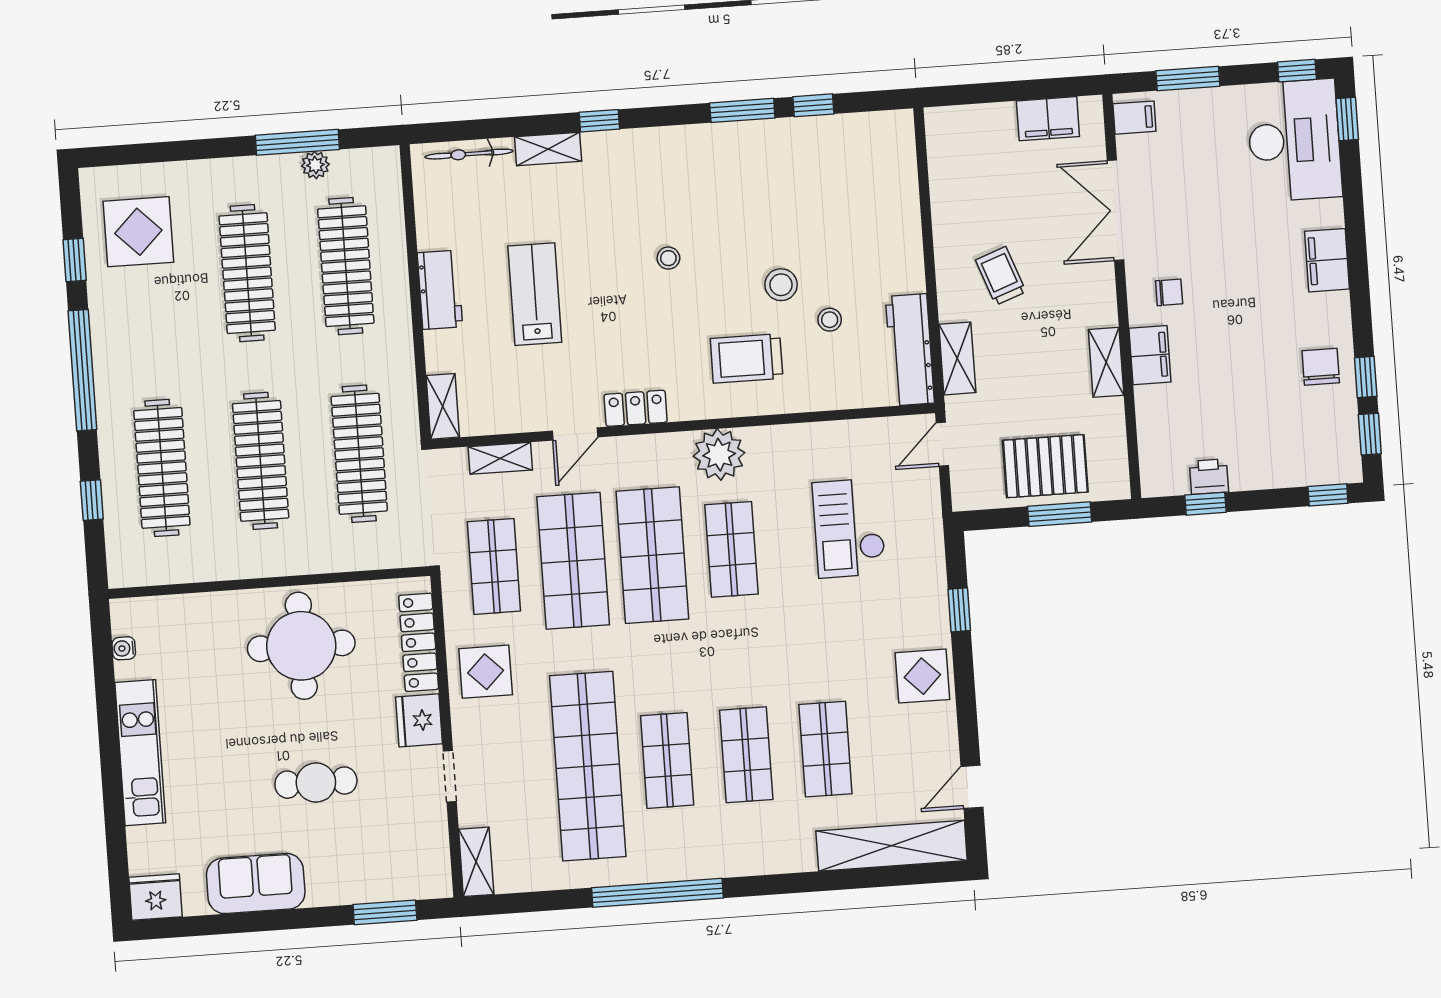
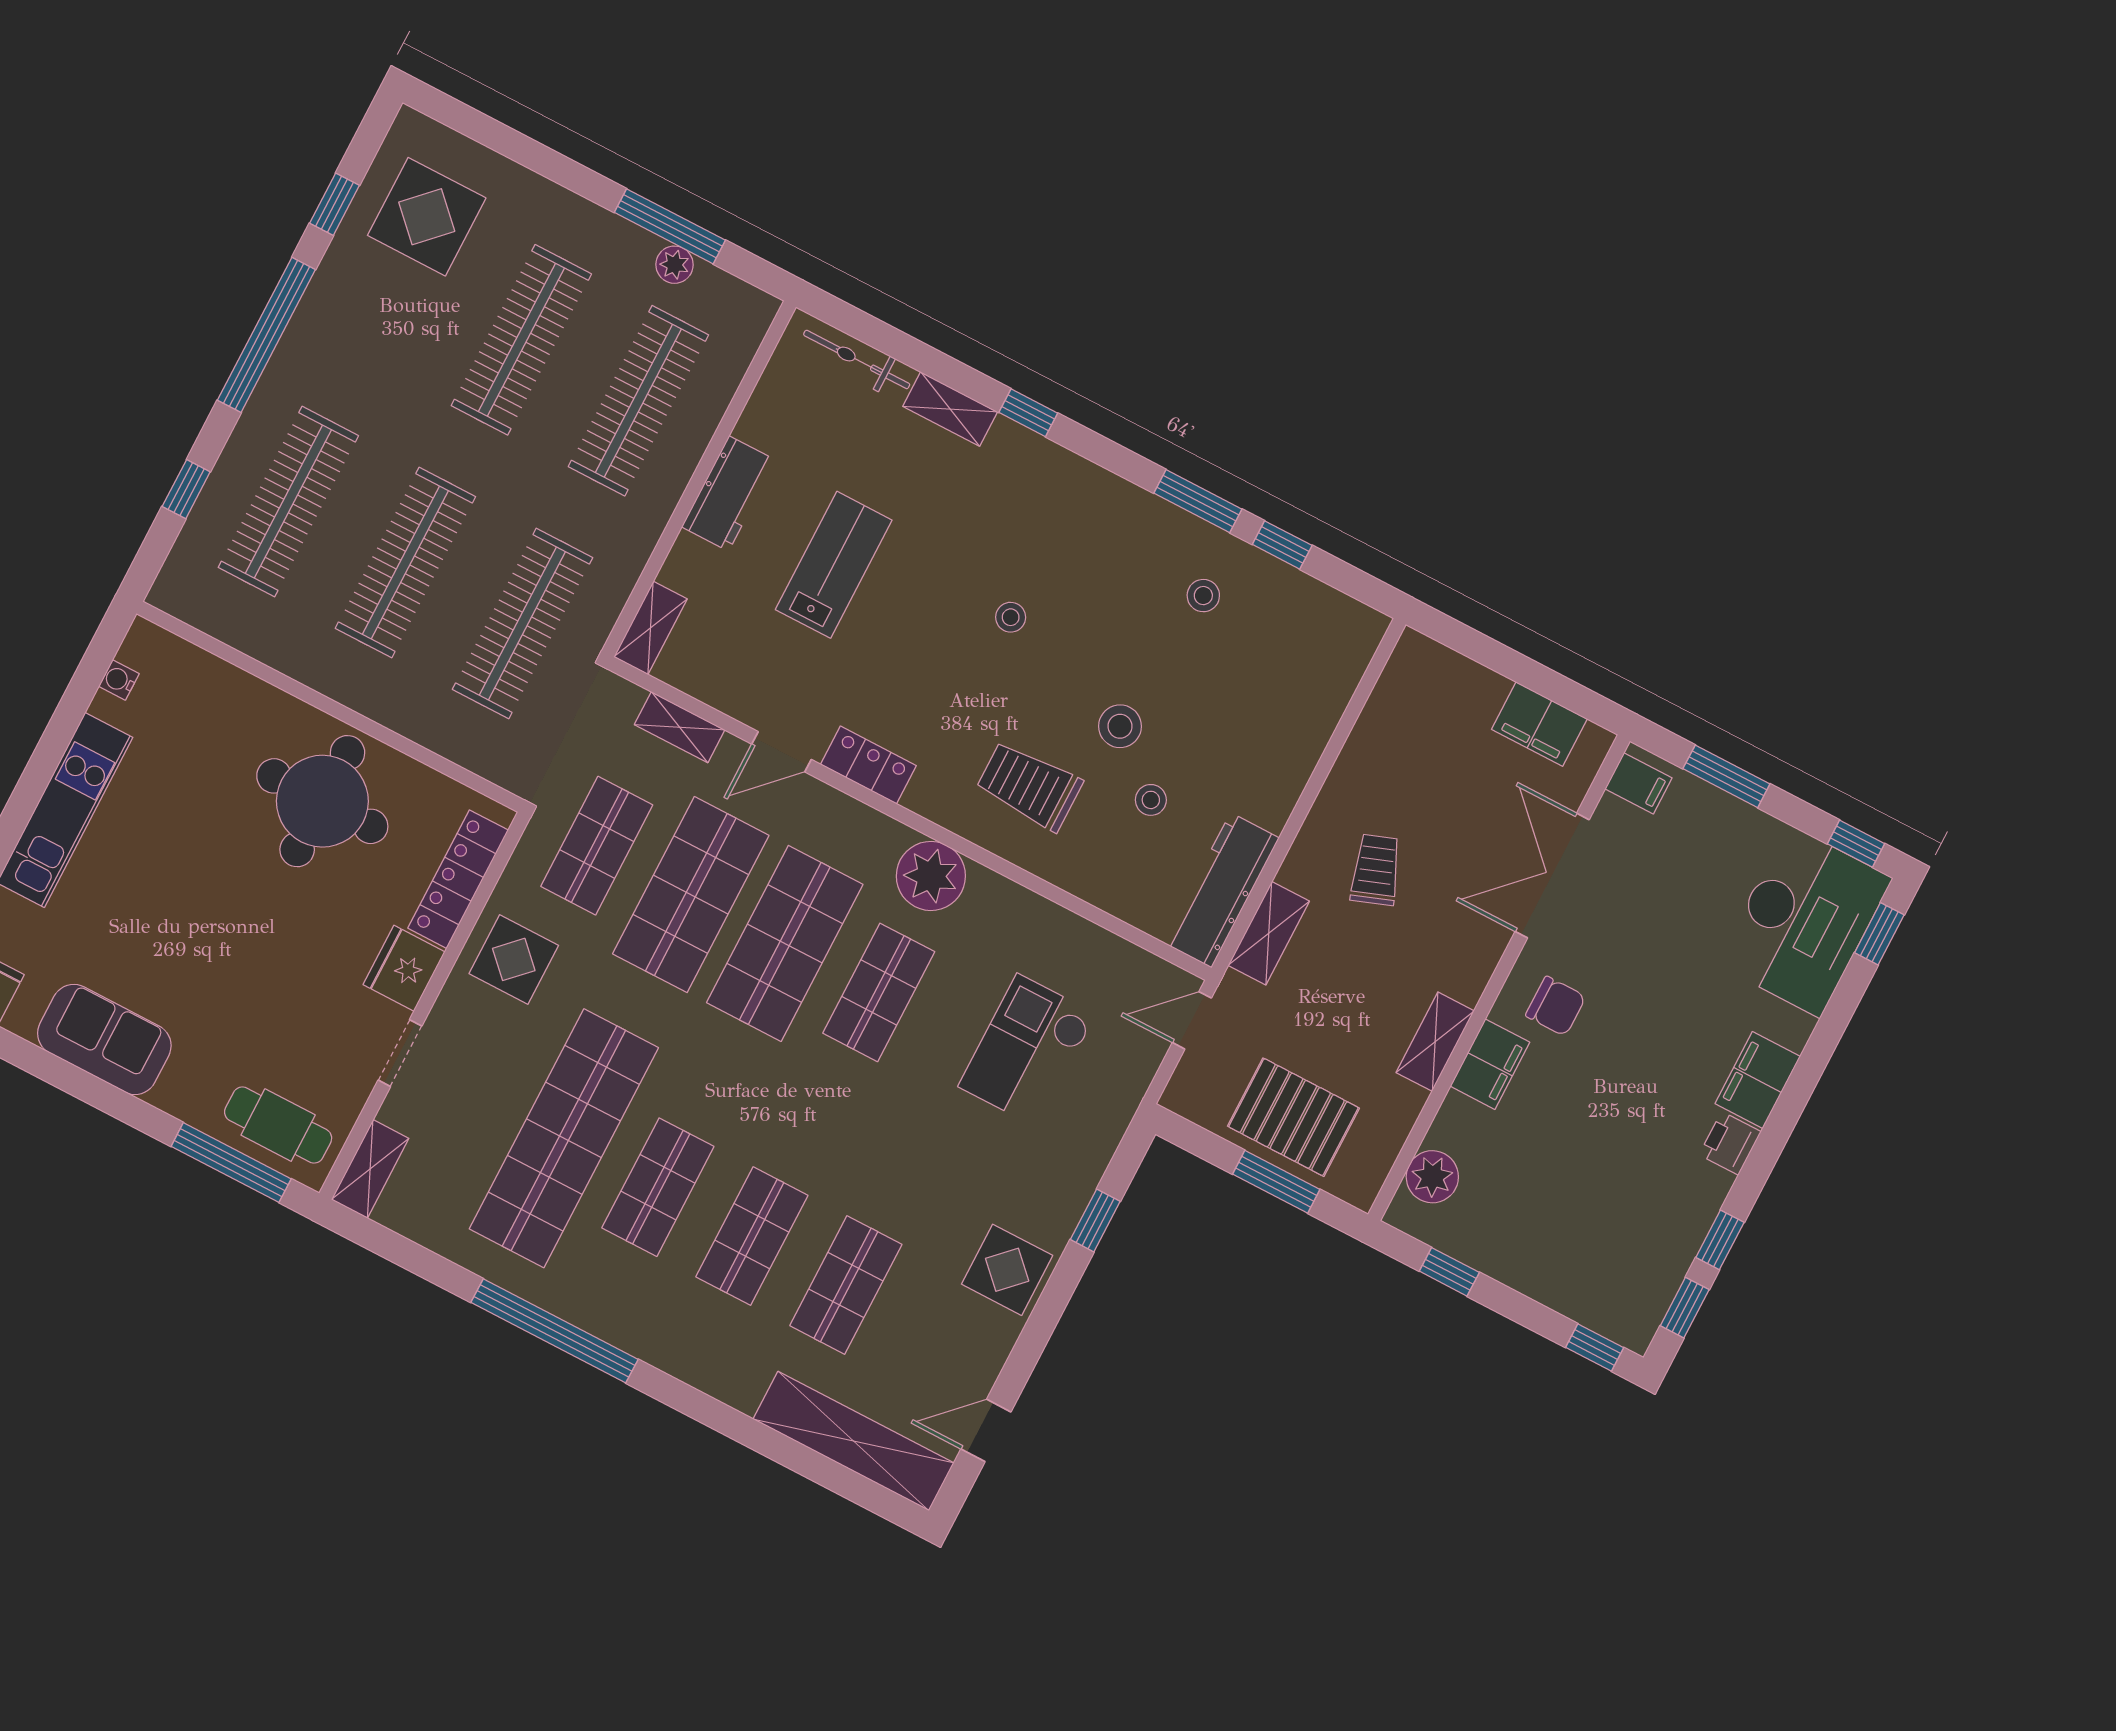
stool: (783, 169) -> (1203, 596), added
chair: (1169, 292) -> (1556, 1006), width x1.37, depth x1.37
chair: (1321, 367) -> (1676, 1197), removed
plant: (1157, 450) -> (1432, 1177), added
printer: (1209, 477) -> (1730, 1143), moved, turned -90
cafe table: (316, 783) -> (278, 1125), moved
window: (385, 912) -> (231, 1163), width x1.44

